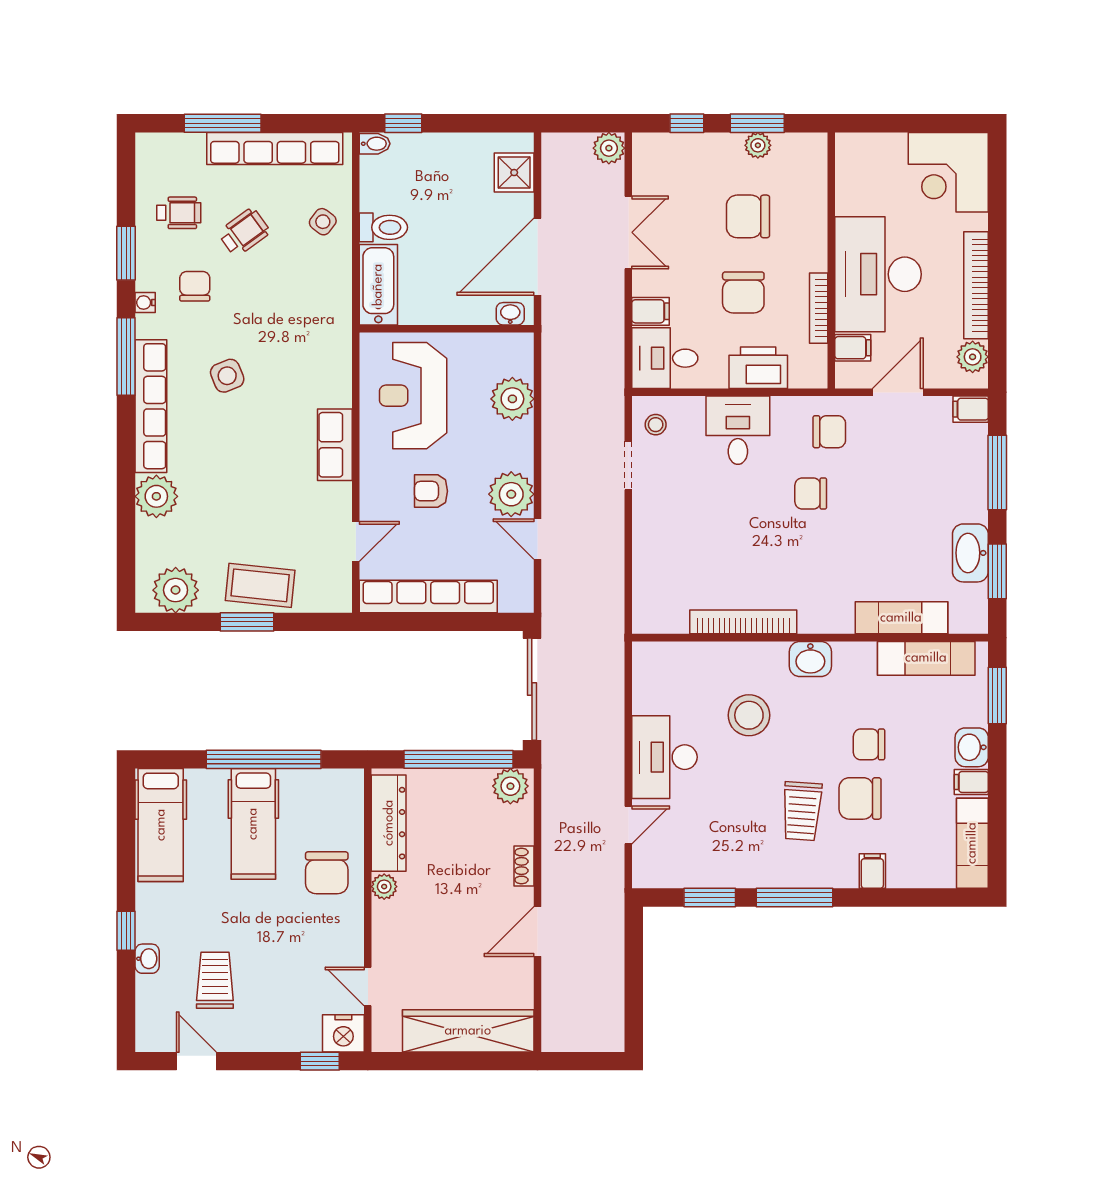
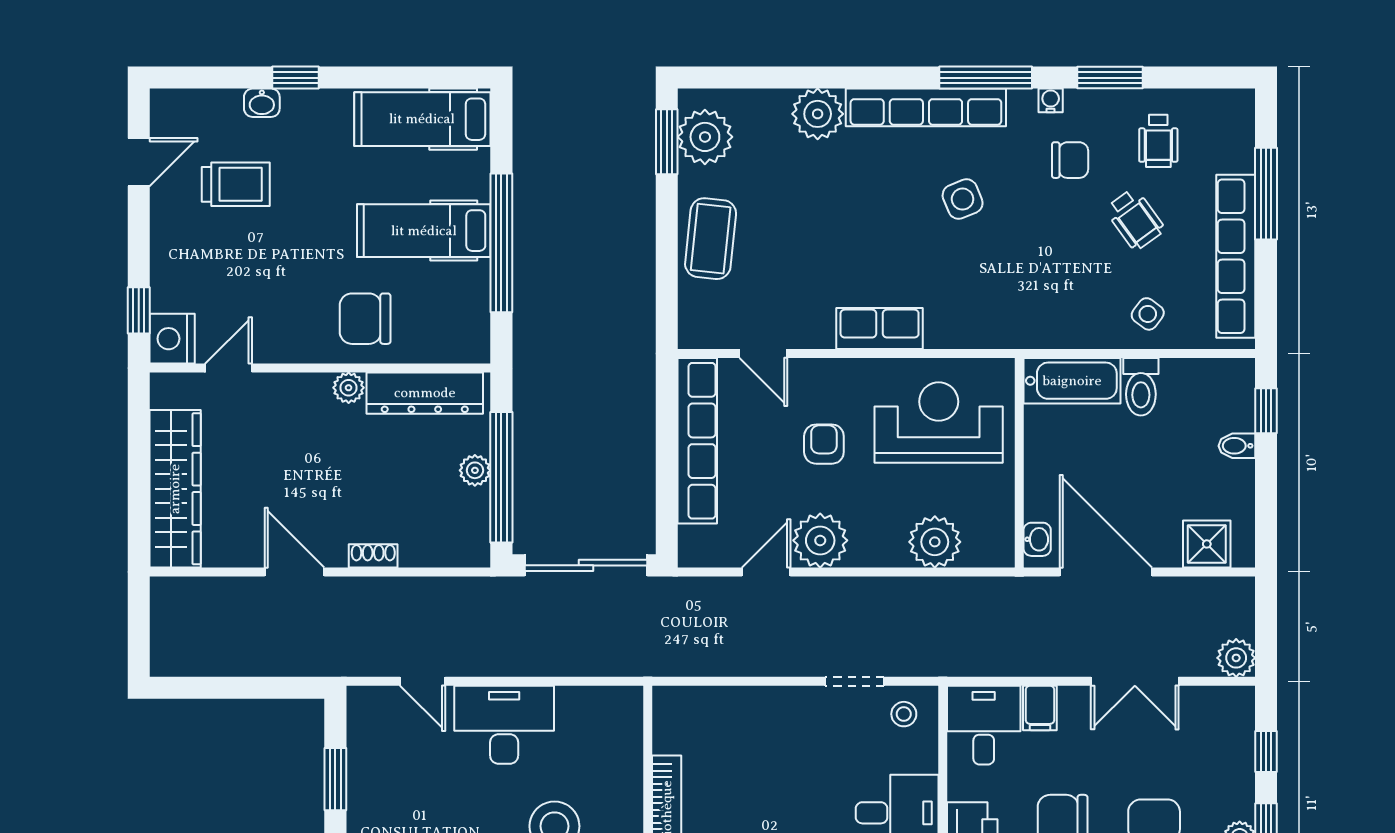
bidet: (375, 144) -> (1237, 446), moved, turned 90
window: (247, 622) -> (667, 142), moved
plant: (510, 786) -> (475, 470), moved, width x0.73, depth x0.73

